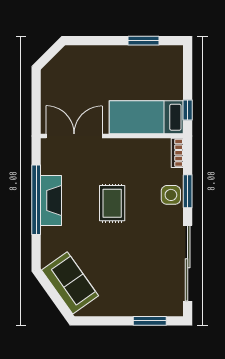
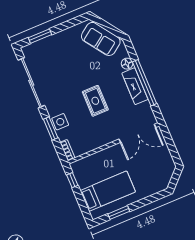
bed: (146, 117) -> (108, 191), moved
floor lamp: (49, 235) -> (127, 64), added

